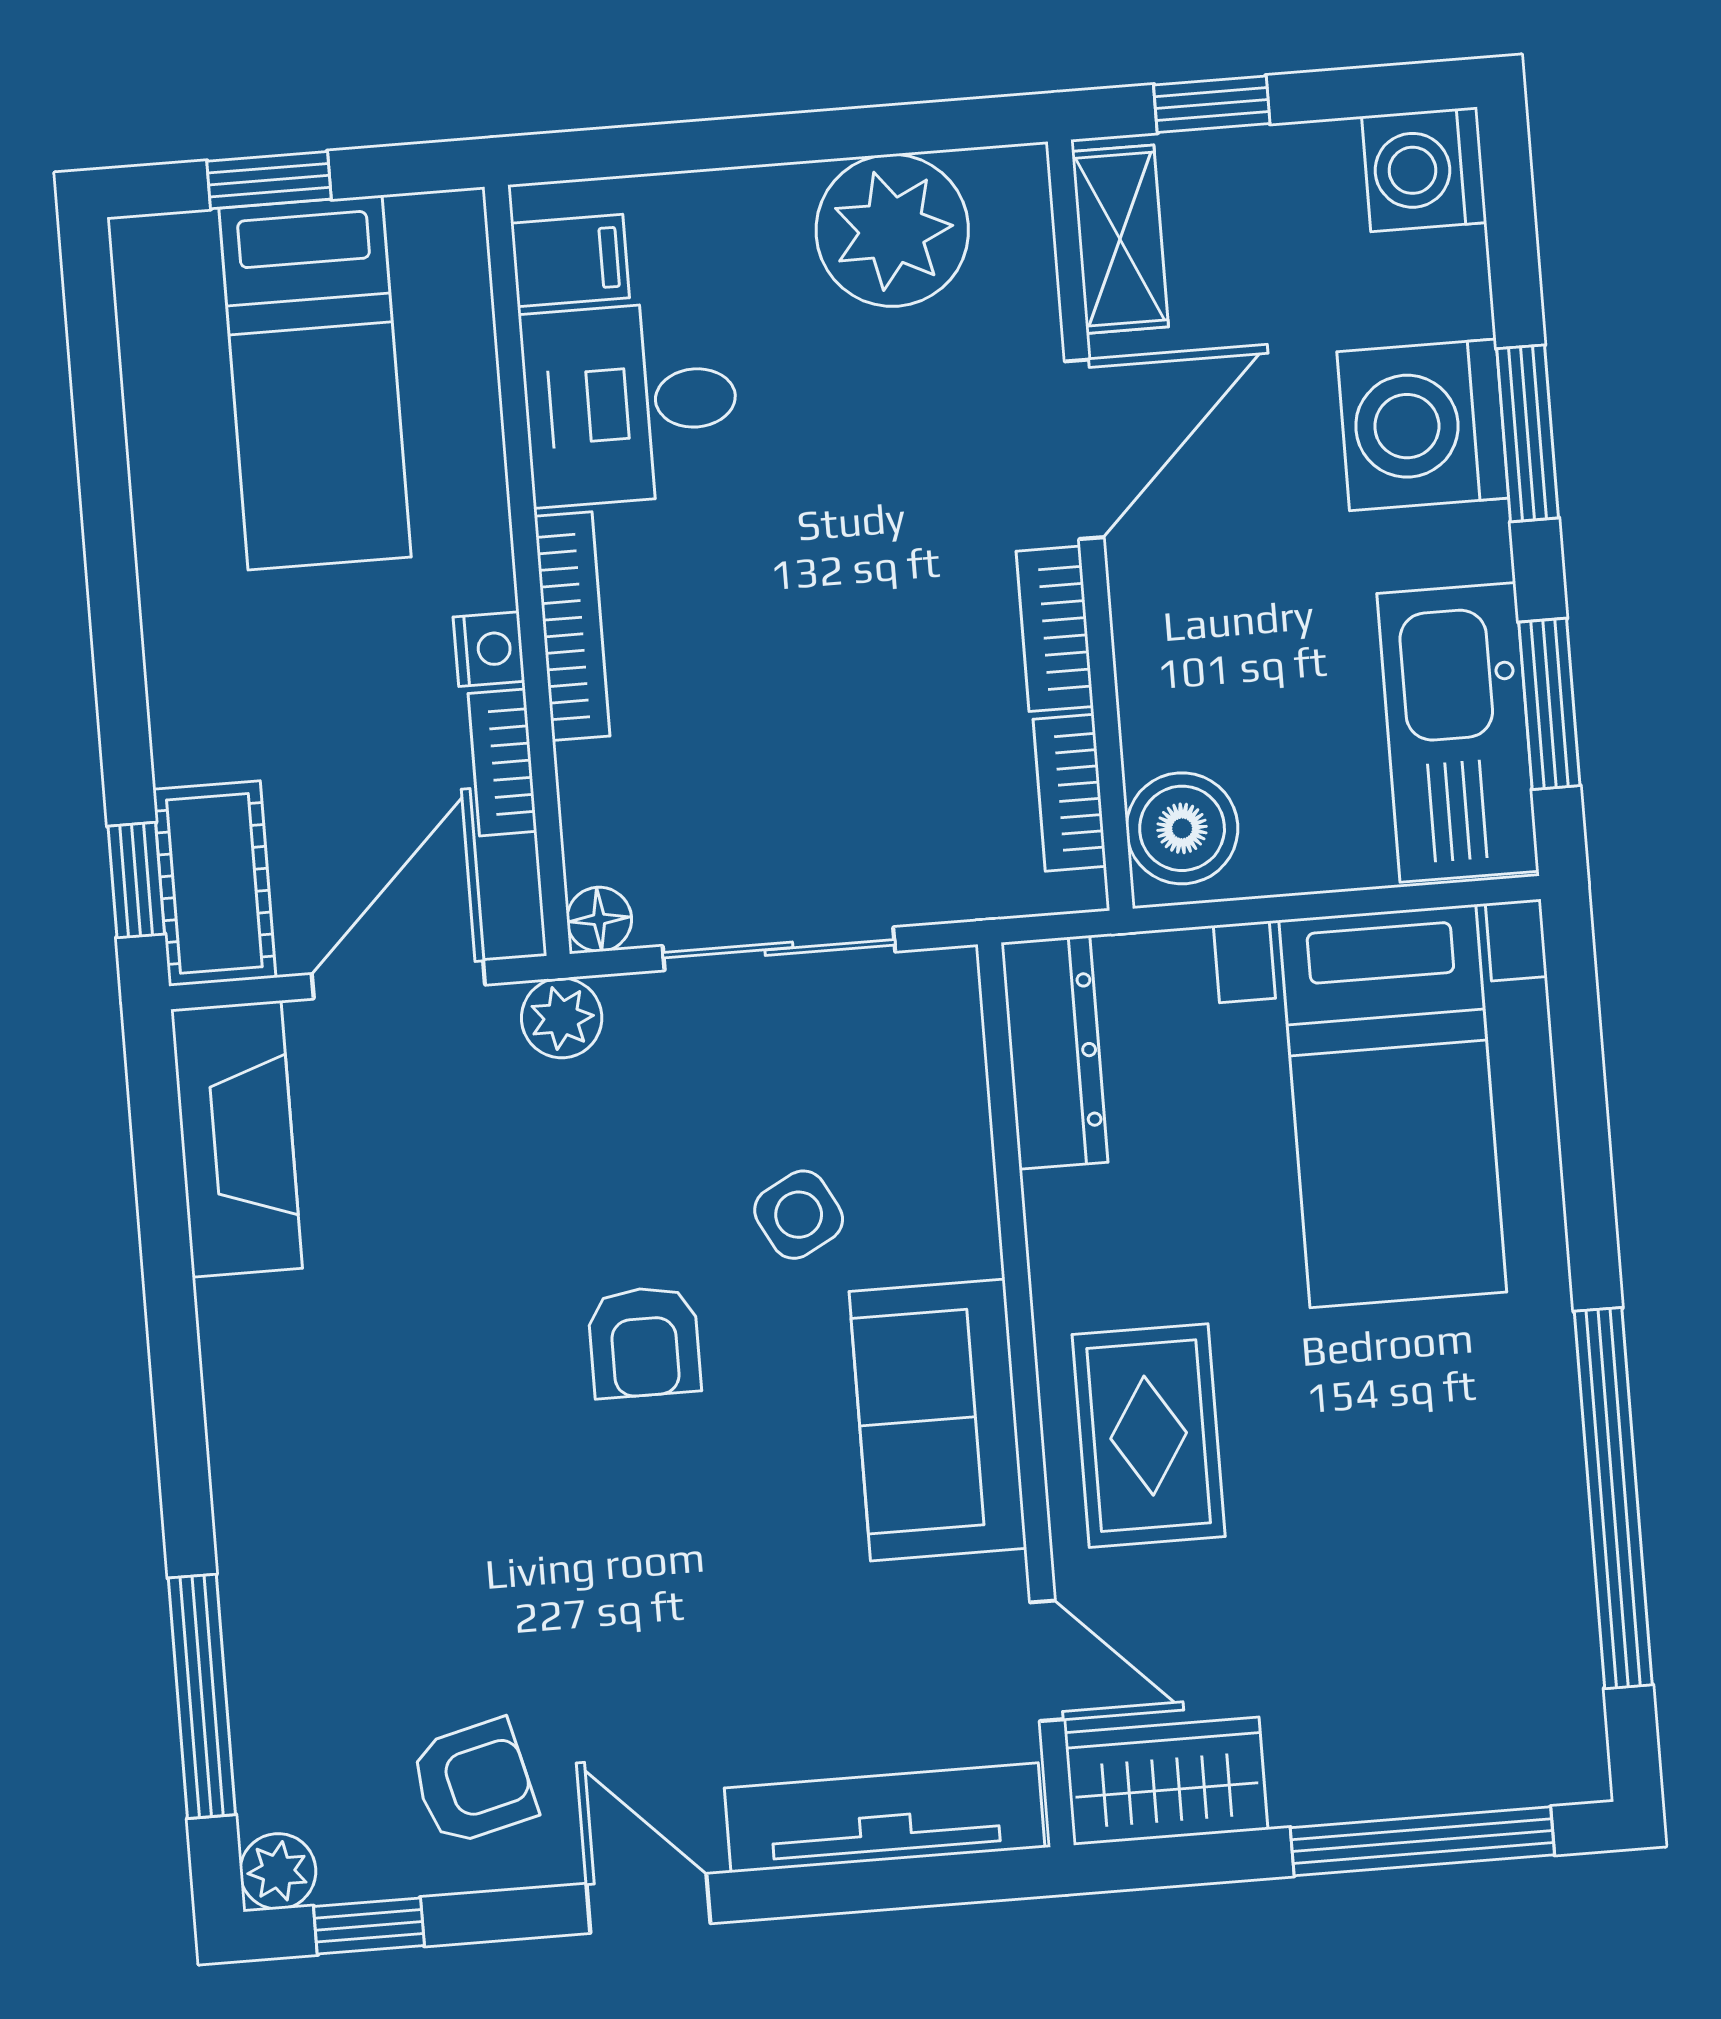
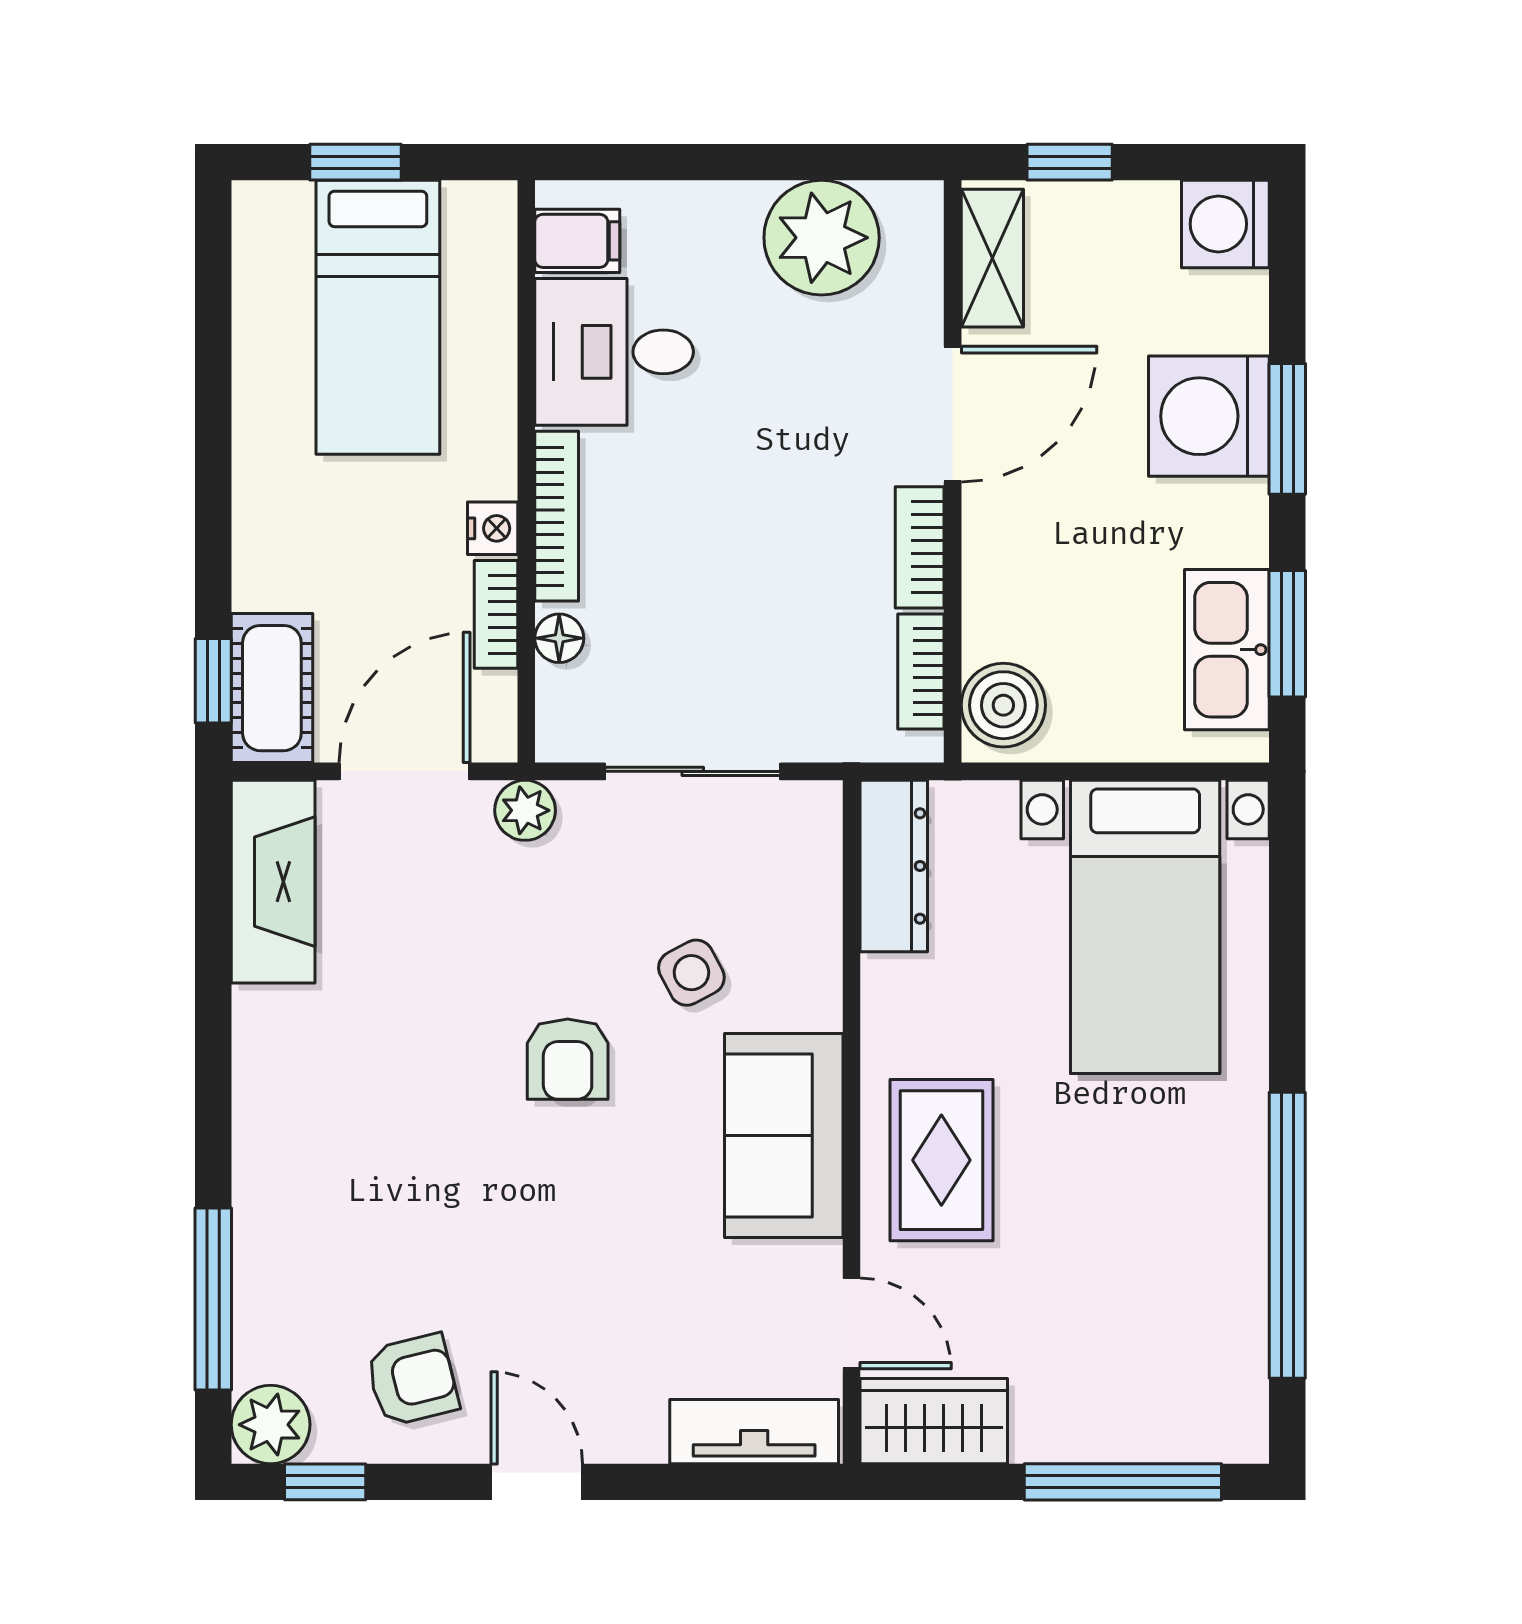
kitchen sink: (1458, 732) -> (1227, 650), width x0.73, depth x0.81
floor lamp: (599, 919) -> (559, 638), moved
tv unit: (885, 1818) -> (754, 1432), width x0.71
plant: (278, 1871) -> (271, 1425), width x1.38, depth x1.38

